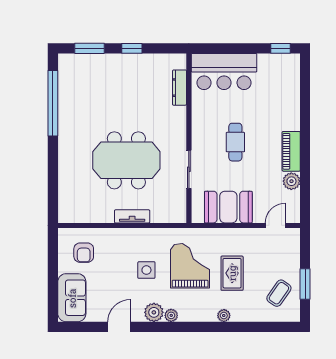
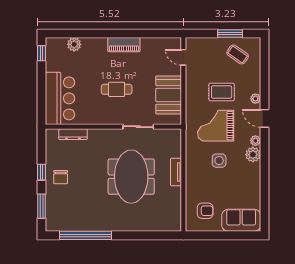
chair: (126, 72) -> (61, 177), added
plant: (291, 181) -> (74, 44), moved
door: (119, 327) -> (265, 118), moved

